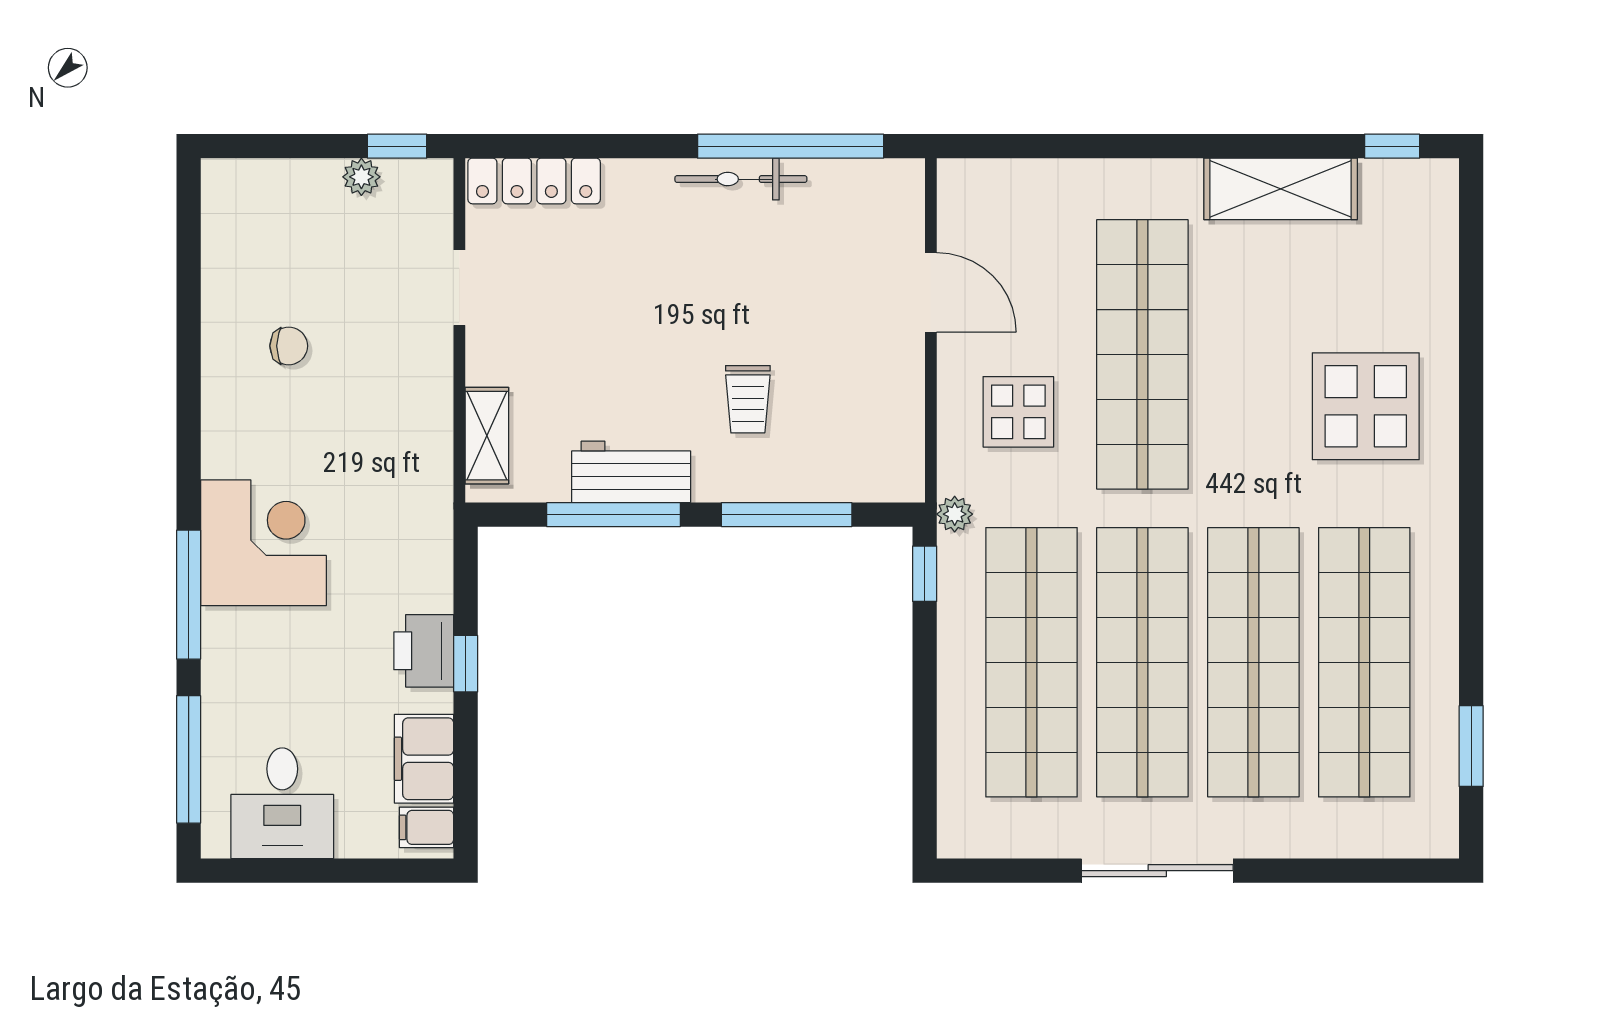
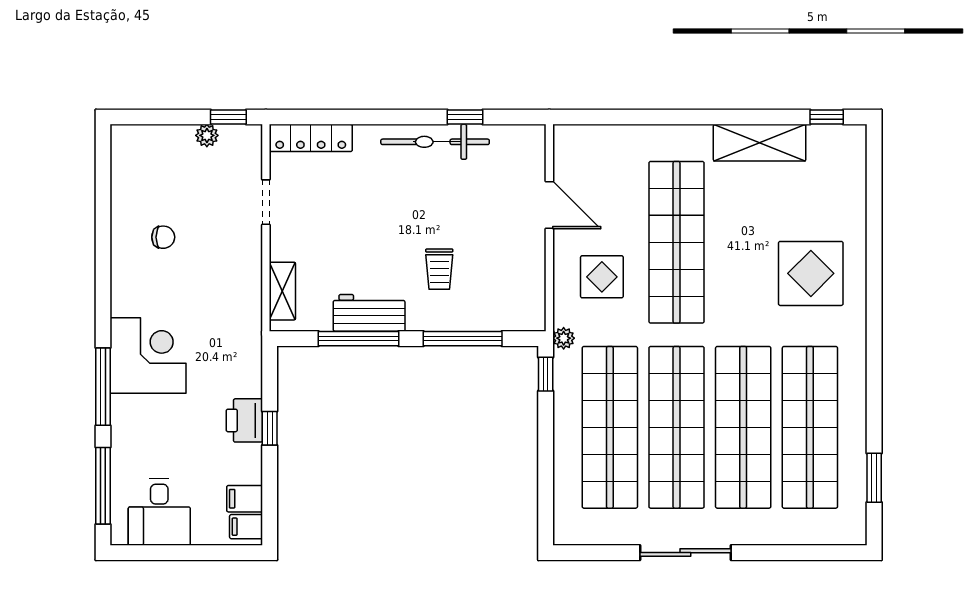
window: (791, 146) -> (465, 117), width x0.32
bicycle: (741, 179) -> (435, 142), width x1.37, depth x1.40
filing cabinet: (424, 759) -> (245, 499), width x0.50

